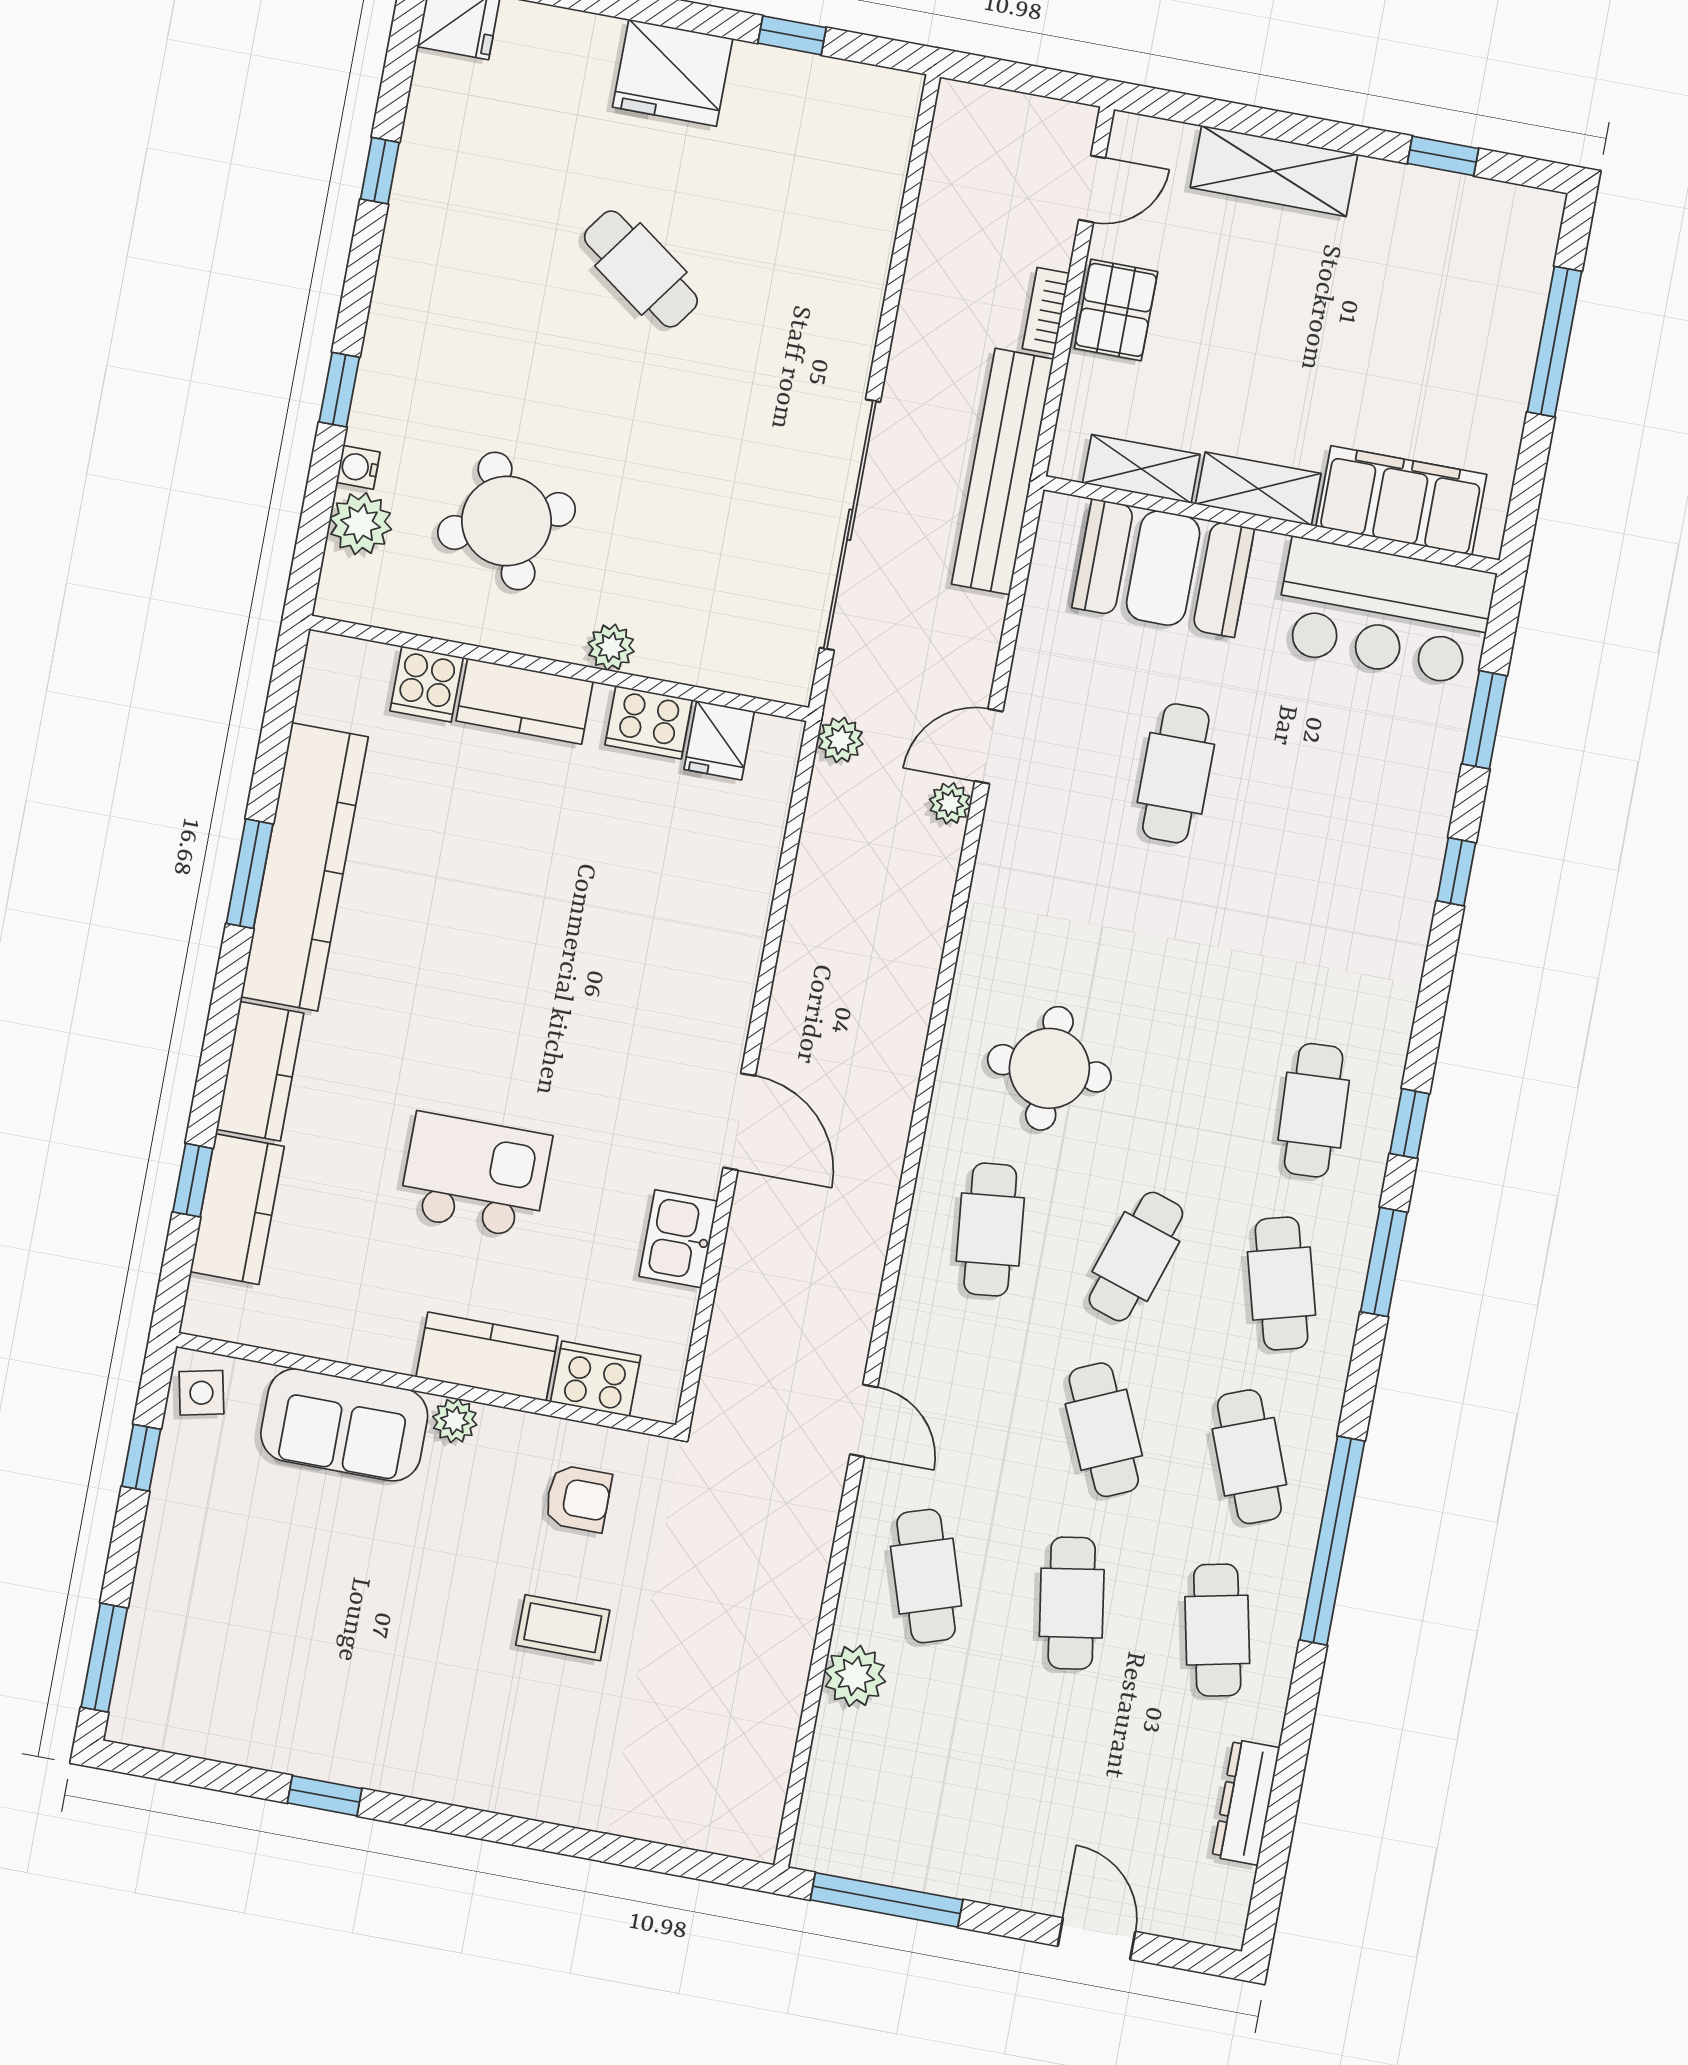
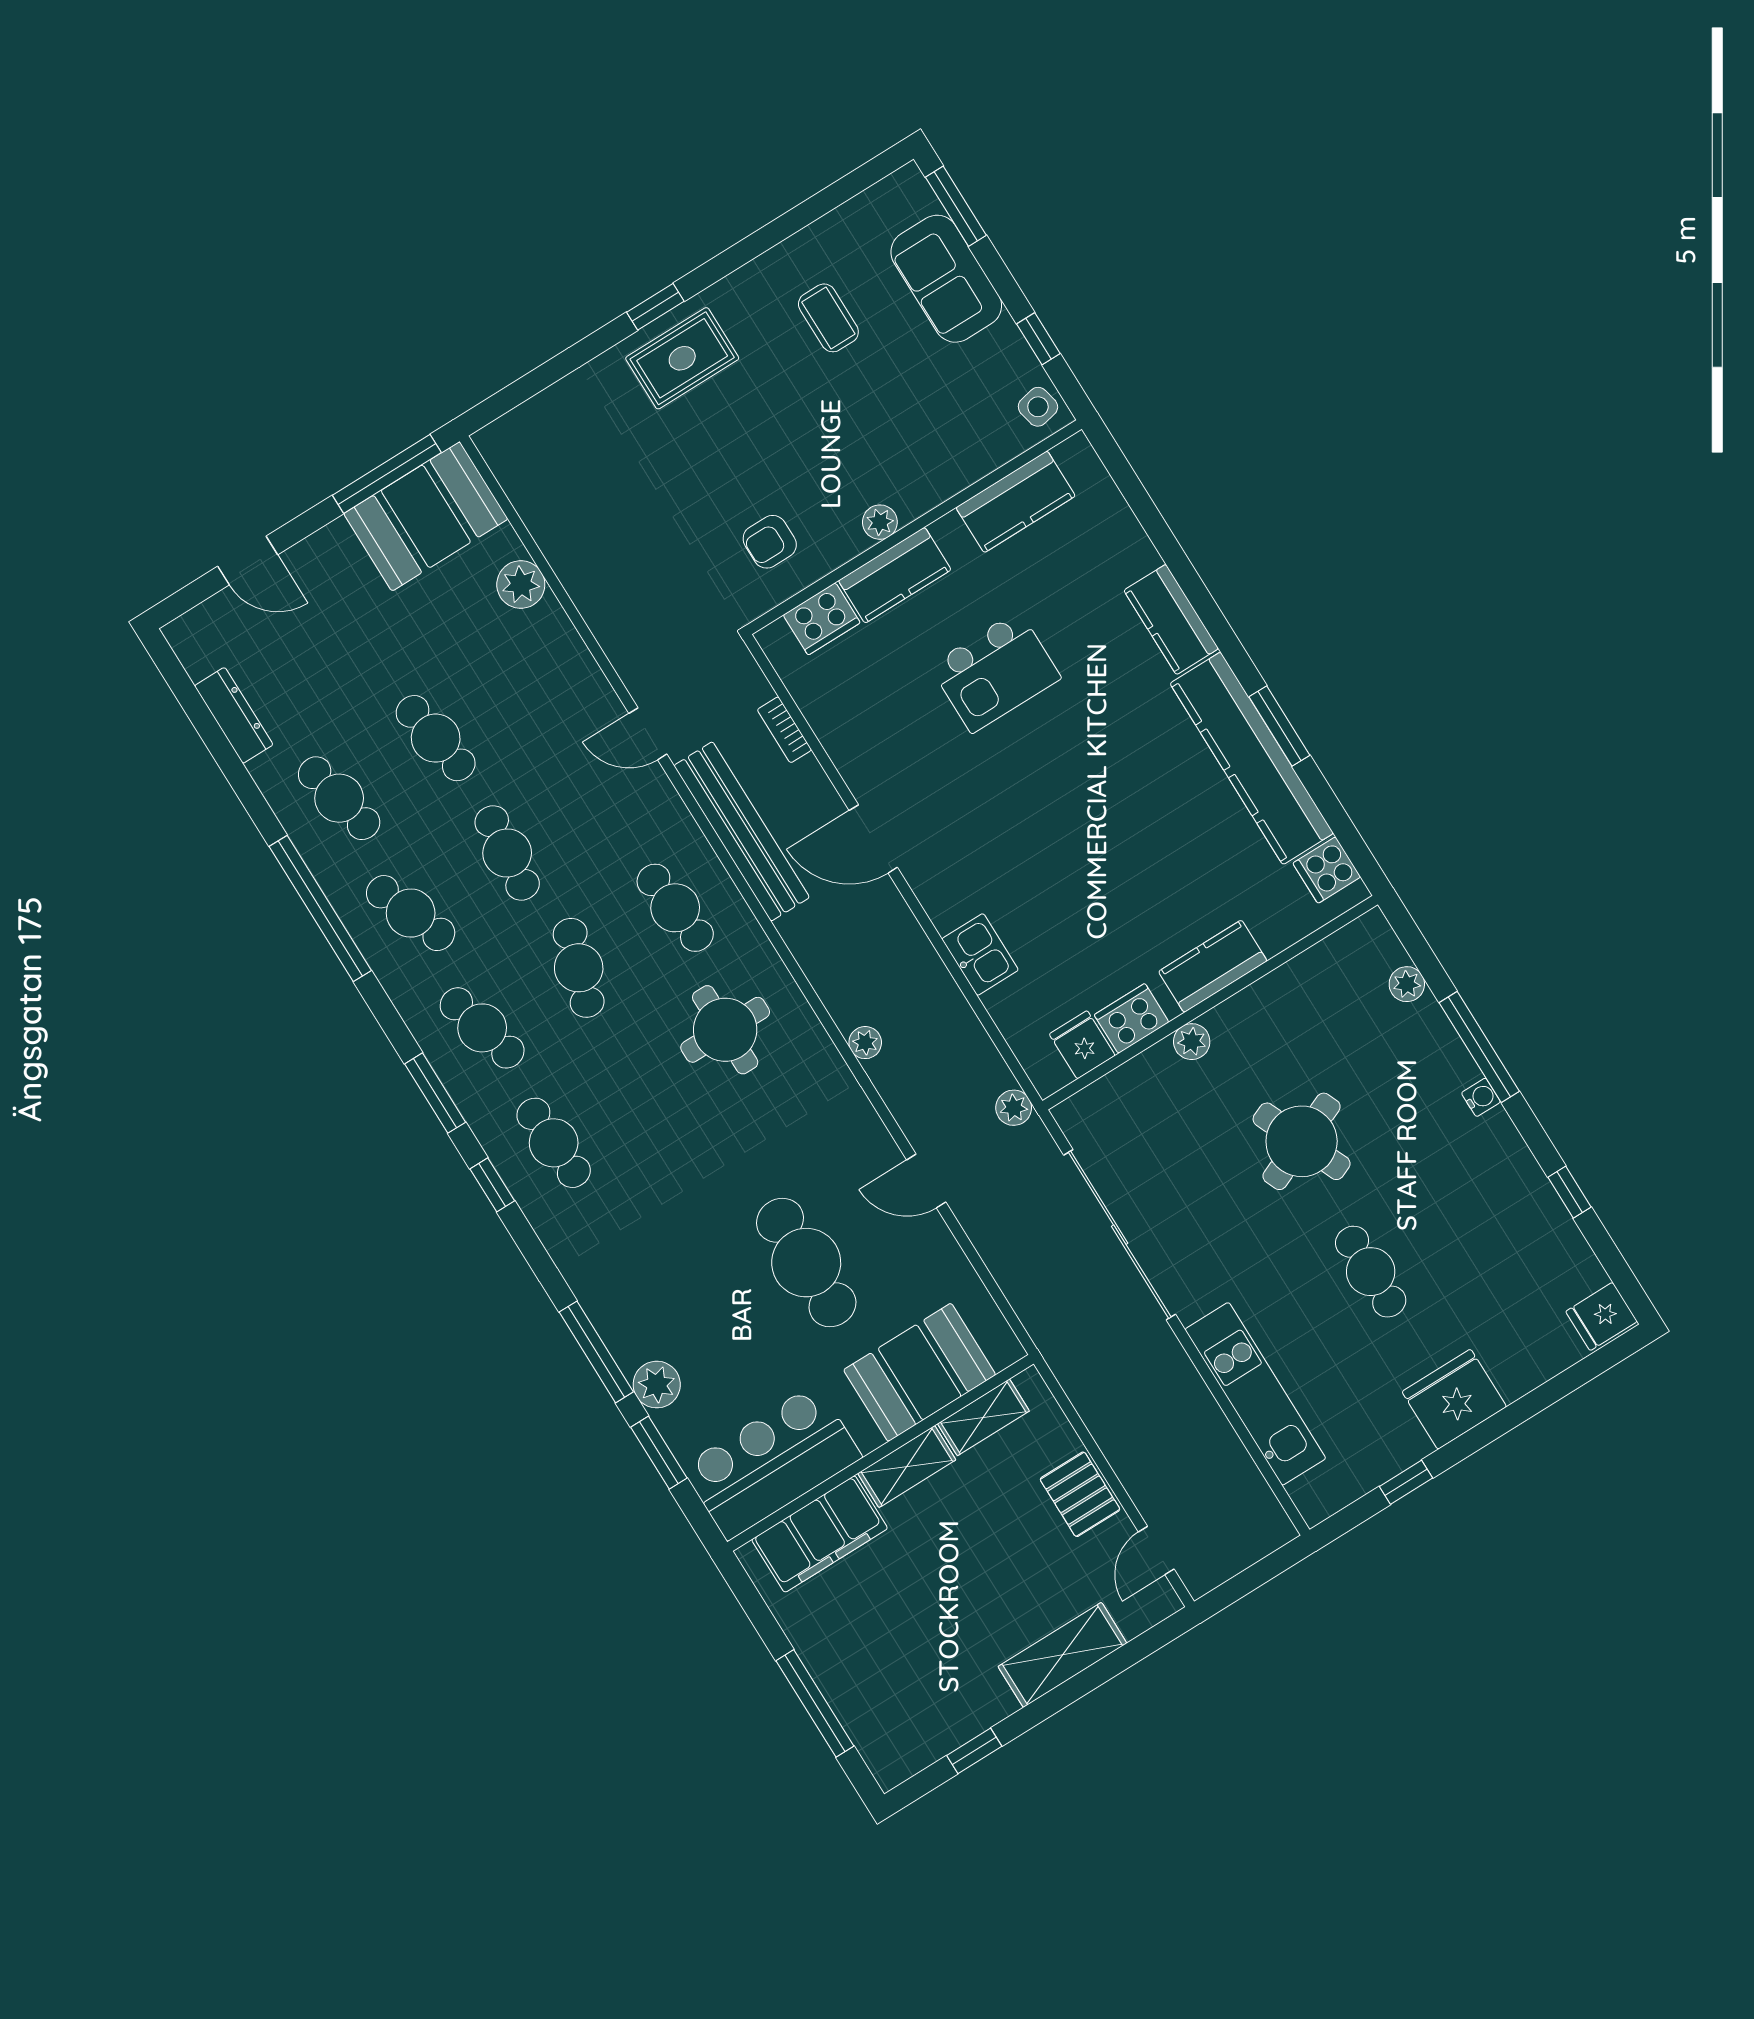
kitchen unit: (859, 253) -> (1255, 1394), added
cafe table: (641, 269) -> (1371, 1272), turned 54
bookcase: (1046, 311) -> (784, 730), moved, turned 180
window: (339, 390) -> (1479, 1047), width x2.17
water cooler: (358, 467) -> (1481, 1097), moved
bench: (1003, 472) -> (742, 831), moved
round table: (507, 521) -> (1302, 1141), moved
plant: (361, 524) -> (1407, 984), width x0.73, depth x0.73
cooker: (427, 684) -> (1327, 870), moved, turned -90
door: (989, 746) -> (926, 1181), swing flipped
cafe table: (1176, 773) -> (806, 1263), width x1.37, depth x1.35
plant: (1427, 787) -> (657, 1385), added
plant: (950, 803) -> (865, 1043), moved
window: (1456, 872) -> (596, 1352), width x2.17
window: (193, 1180) -> (1153, 523), removed
kitchen counter: (237, 1209) -> (1016, 502), moved, turned -90
kitchen sink: (678, 1239) -> (980, 954), moved
sofa: (344, 1425) -> (946, 279), moved, turned -90
cafe table: (1104, 1430) -> (507, 853), turned 30
cafe table: (926, 1576) -> (532, 678), removed
coffee table: (563, 1628) -> (828, 318), moved, turned 90
rug: (501, 1752) -> (682, 358), added
window: (325, 1796) -> (655, 307), moved
booth: (886, 1825) -> (426, 516), added

